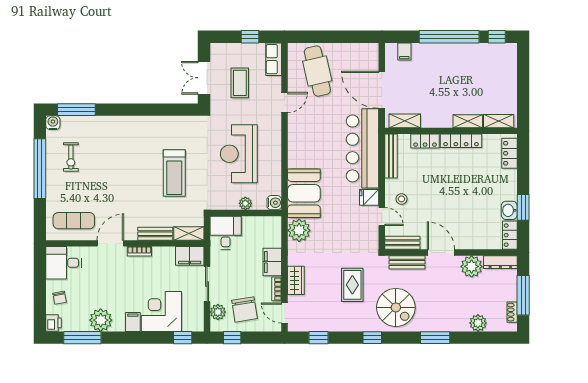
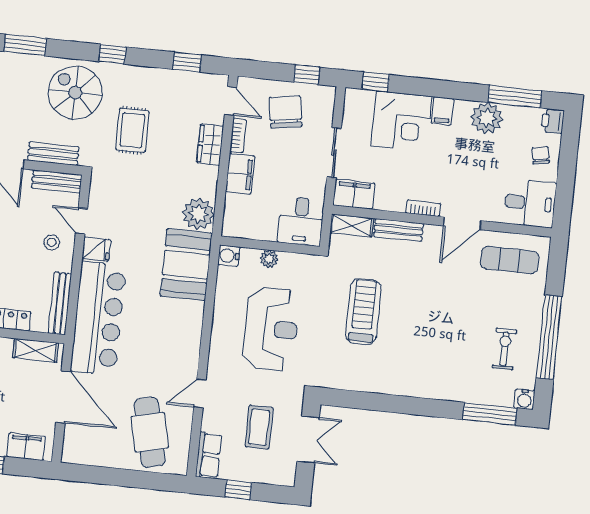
filing cabinet: (404, 52) -> (26, 447), width x2.00
plant: (218, 312) -> (323, 112), removed

